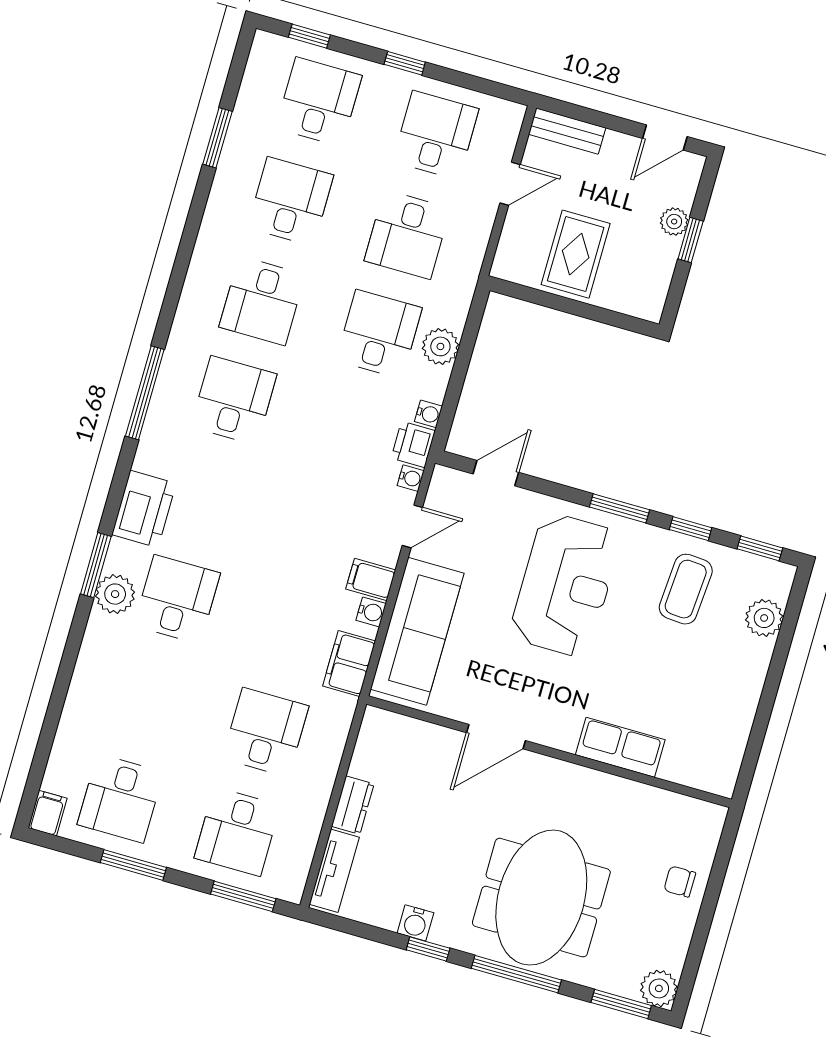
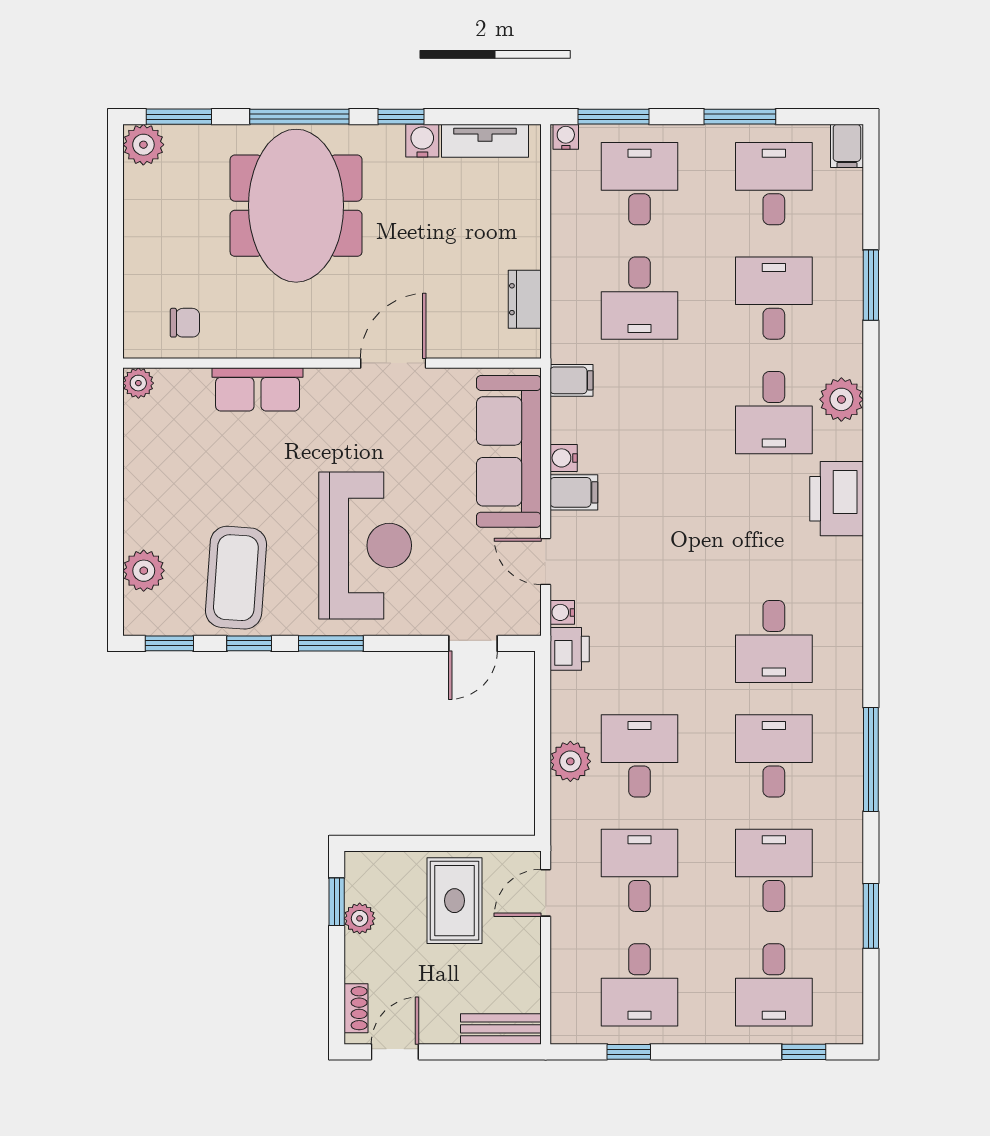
window: (405, 63) -> (629, 1052), moved
door: (510, 184) -> (546, 893), moved
shoe rack: (688, 185) -> (356, 1008), added
desk: (290, 201) -> (774, 870), turned 180
plant: (674, 222) -> (360, 918), moved
window: (691, 240) -> (337, 902), moved
desk: (379, 334) -> (639, 756), turned 180
window: (145, 393) -> (871, 759), moved
water cooler: (428, 414) -> (566, 137), moved, turned 90
door: (412, 526) -> (546, 561), hinge flipped
window: (96, 565) -> (871, 285), moved
reception desk: (565, 585) -> (365, 545), turned 180
coffee table: (686, 589) -> (236, 578), width x1.36, depth x1.32
filing cabinet: (349, 664) -> (571, 380), width x0.50
desk: (149, 699) -> (774, 298), added
plant: (722, 782) -> (138, 383), added
dresser: (353, 805) -> (525, 299), moved
tv unit: (334, 871) -> (485, 141), moved, turned -90
chair: (680, 881) -> (185, 323), moved

